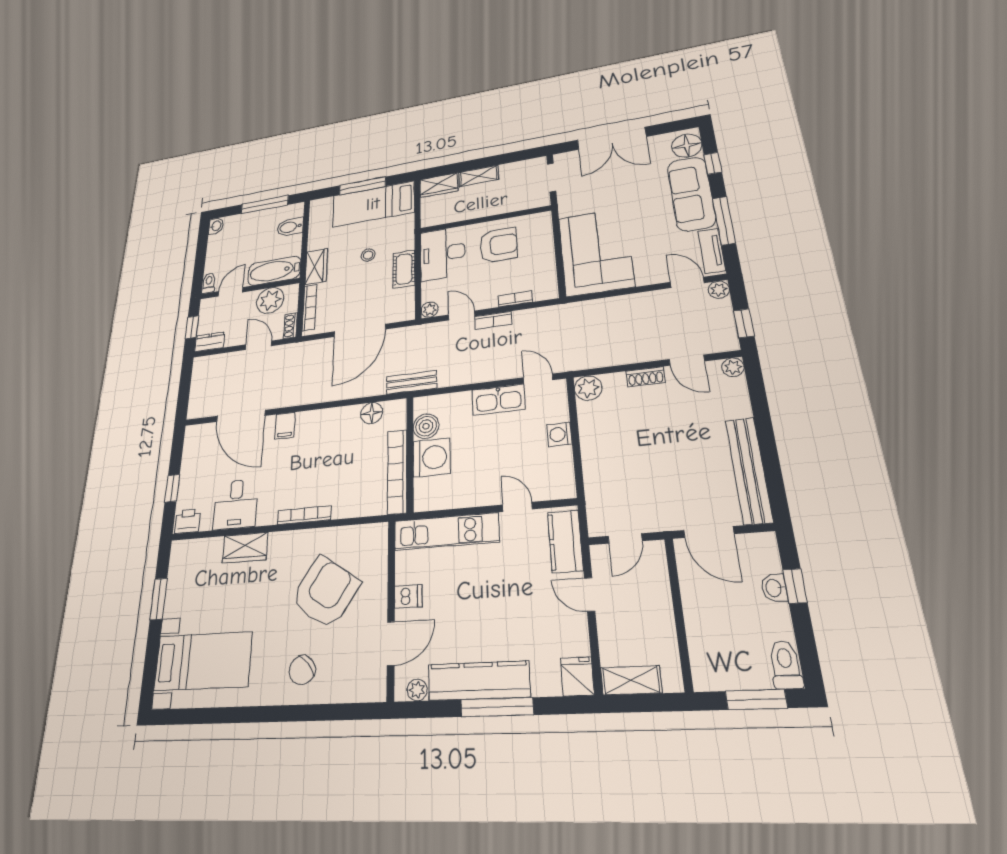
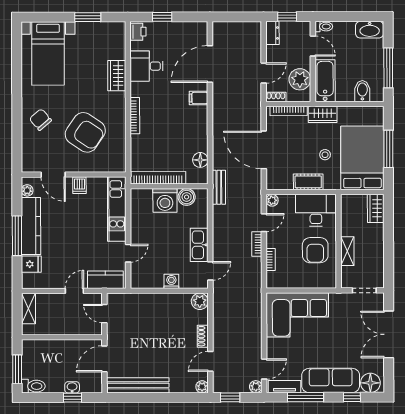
shelving: (479, 176) -> (347, 251), moved
bed: (373, 204) -> (362, 158), width x1.50
washbasin: (216, 226) -> (370, 30), width x1.91, depth x1.45
fridge: (577, 676) -> (31, 264), moved

